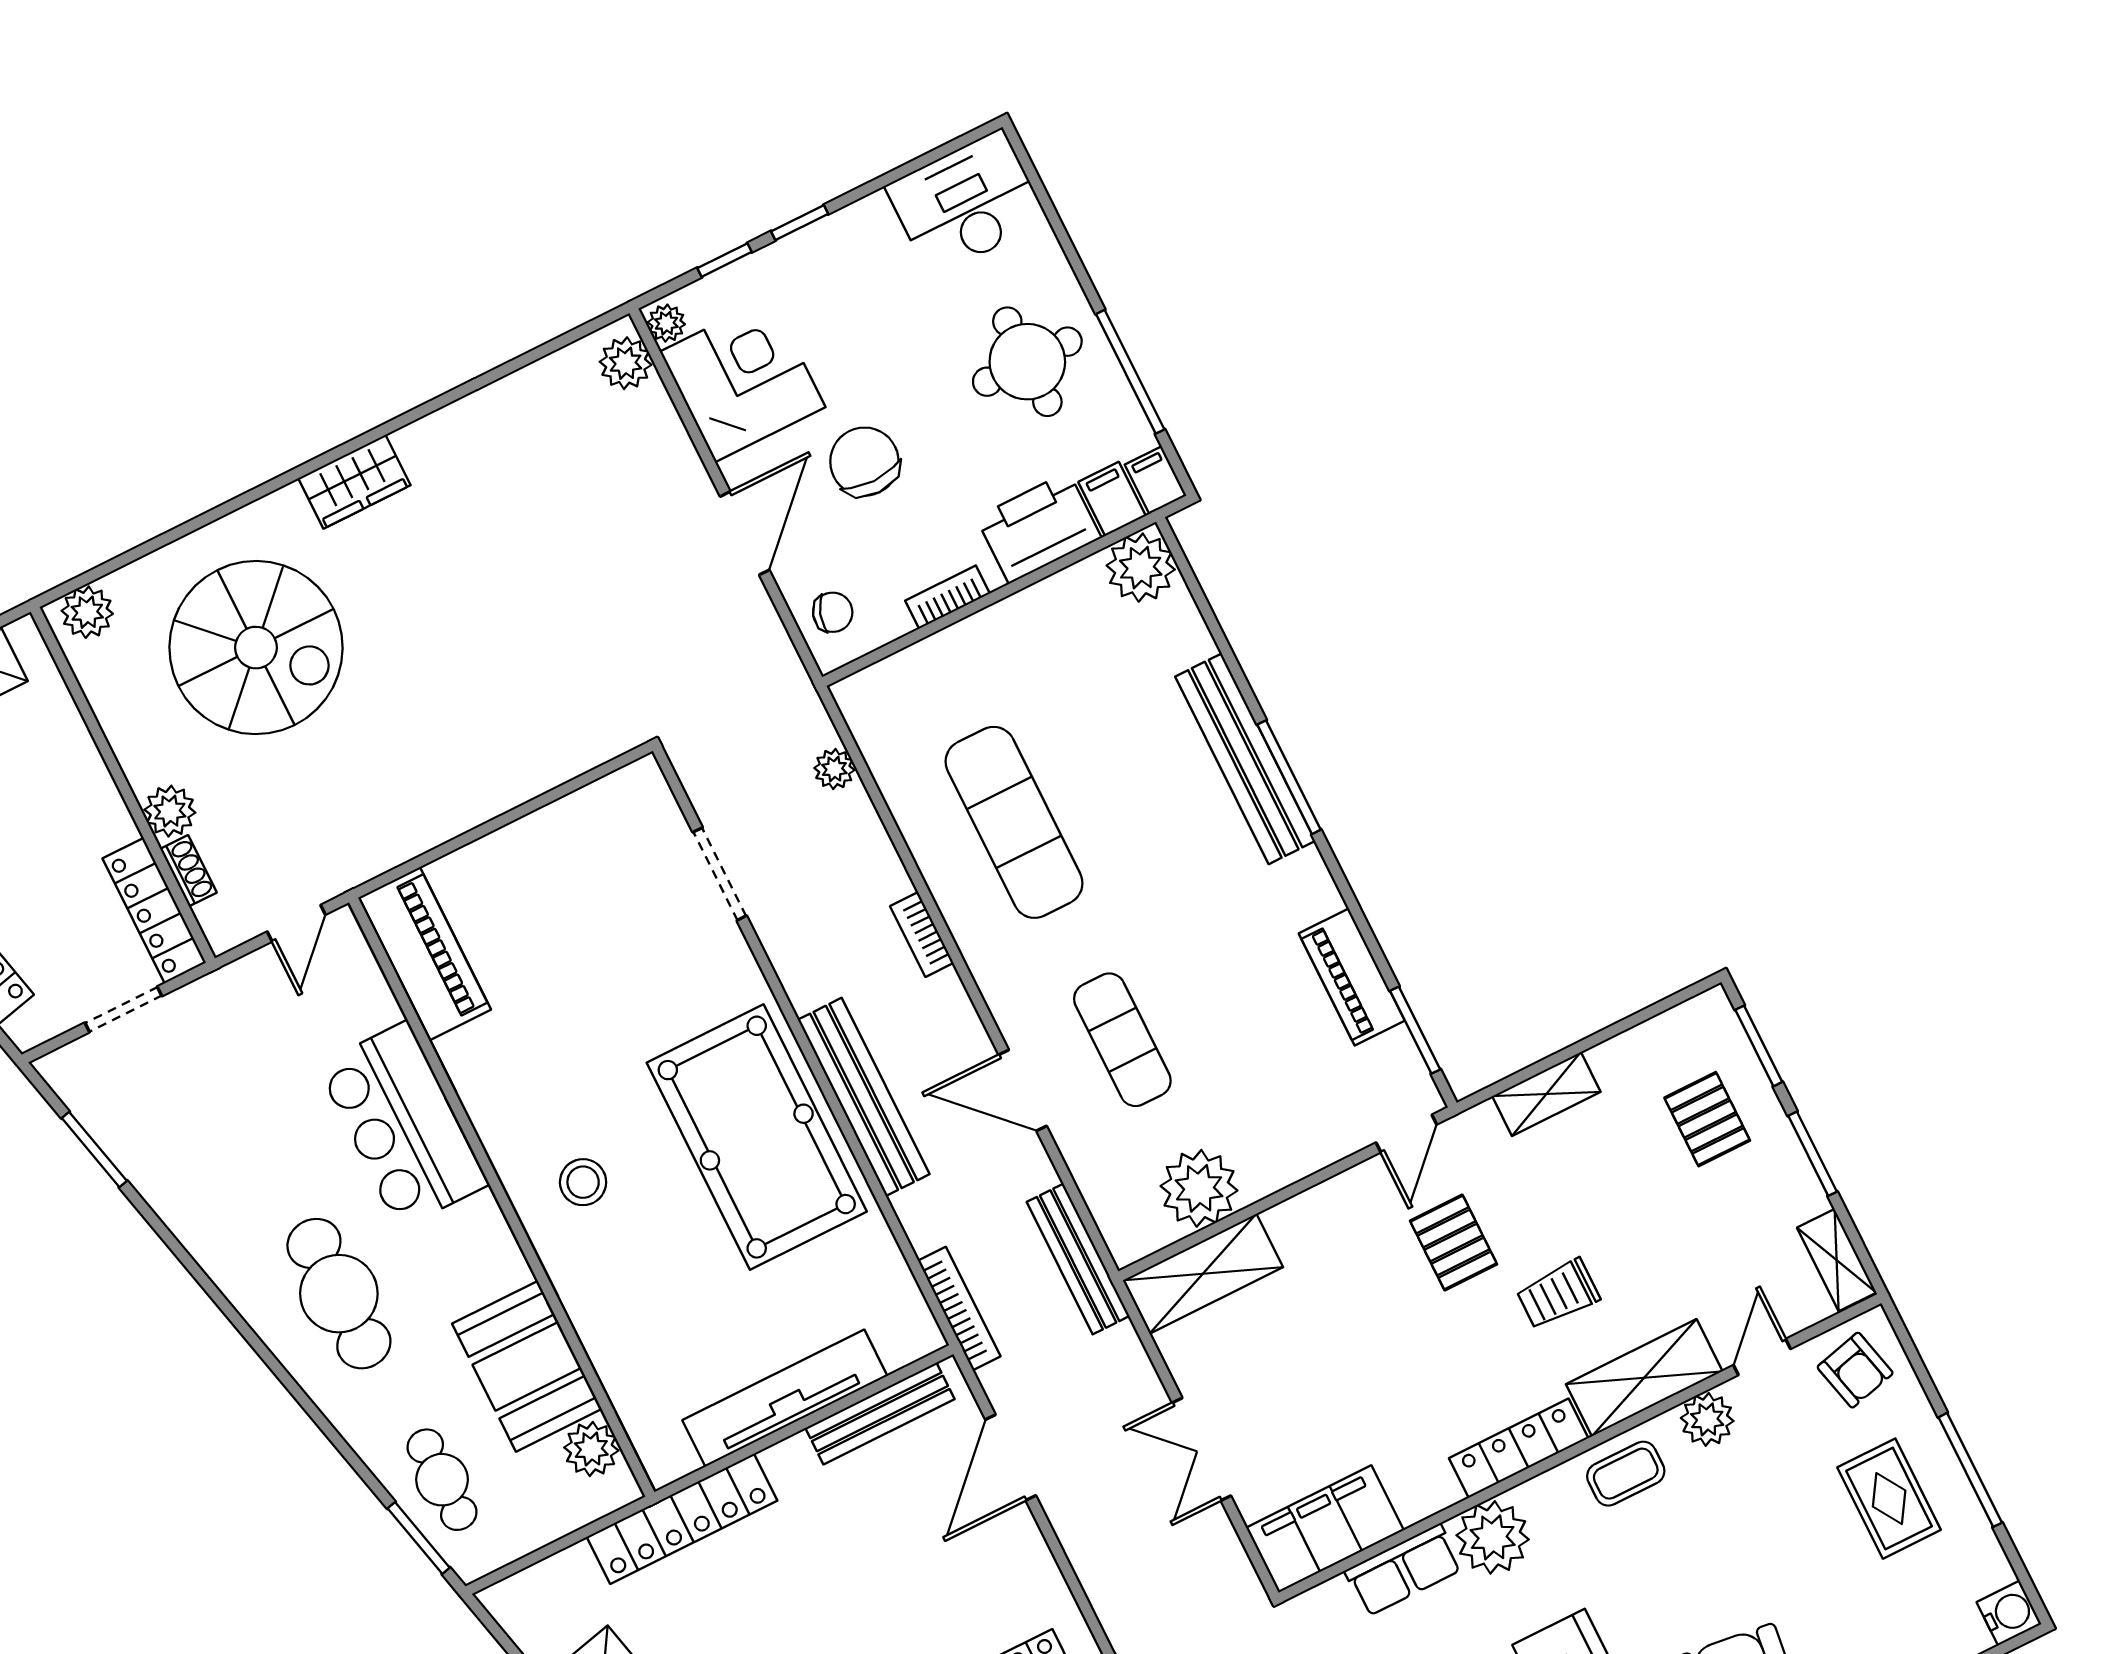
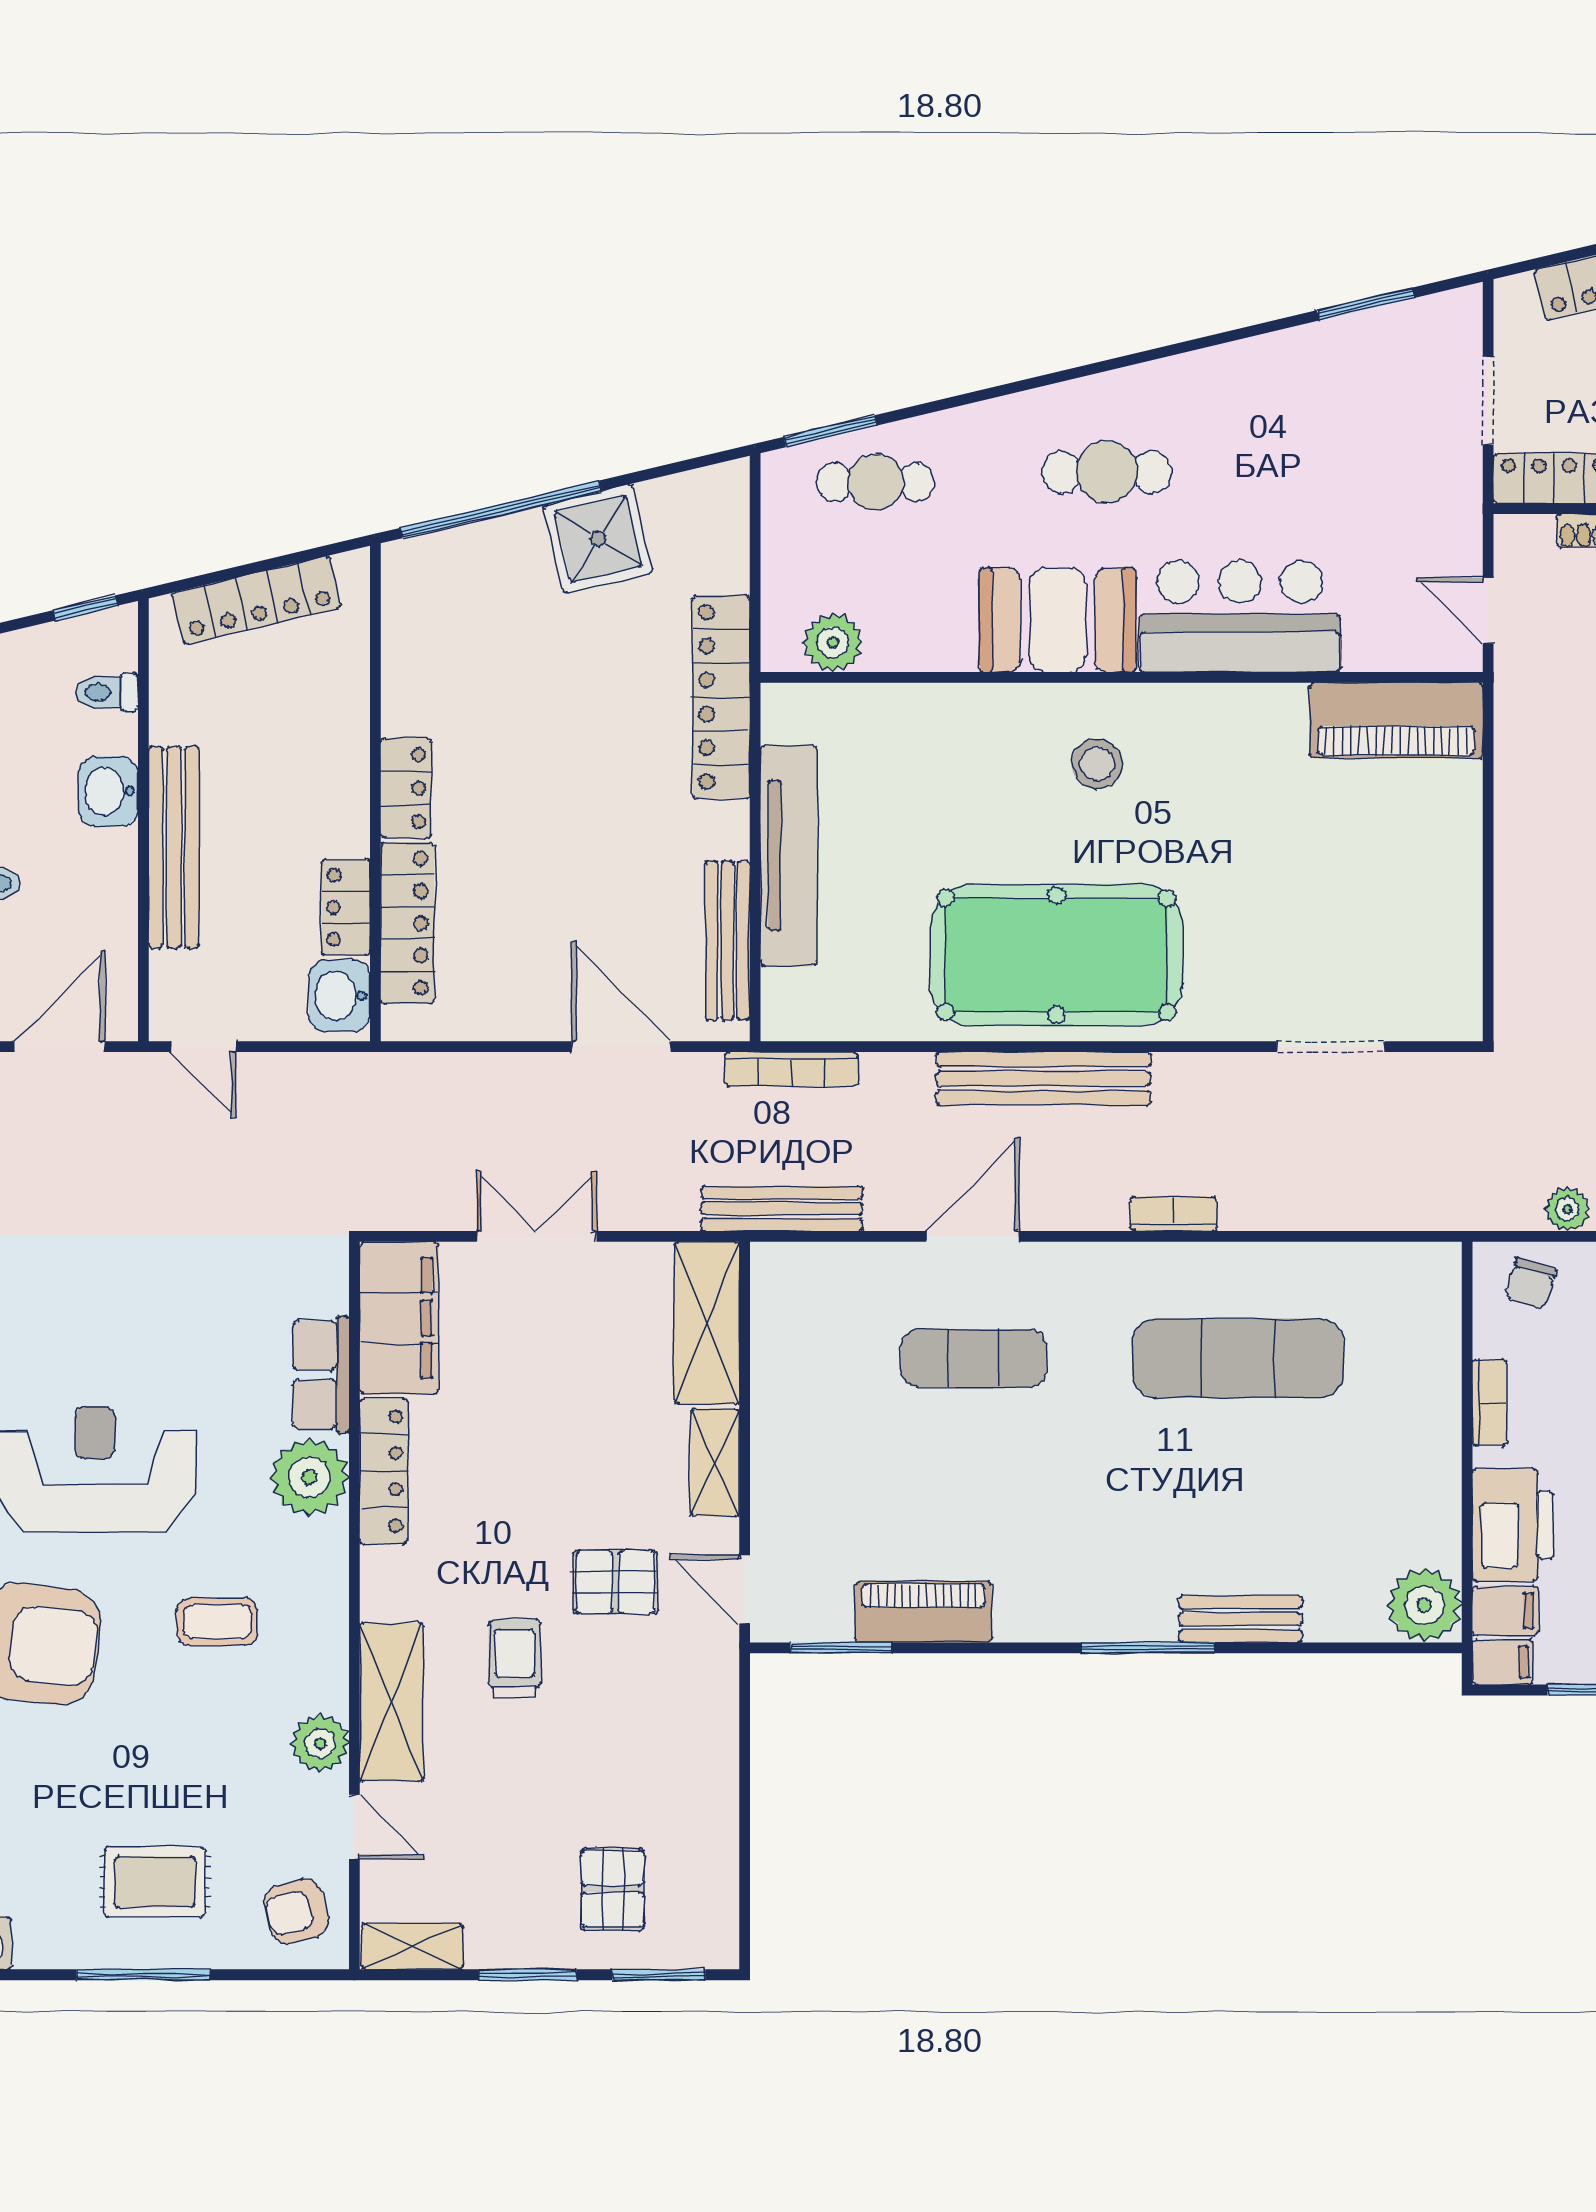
bench: (1245, 759) -> (1240, 1619), width x0.54, depth x0.82
plant: (834, 769) -> (1567, 1209), moved
shelving: (1546, 1094) -> (715, 1462), moved
pallet: (1707, 1119) -> (613, 1889), turned 90
plant: (1199, 1188) -> (792, 1361), removed
cafe table: (339, 1294) -> (1107, 472), width x0.73, depth x0.74
booth: (527, 1366) -> (1058, 620), moved
locker: (1519, 1448) -> (384, 1471), moved
coffee table: (1626, 1474) -> (217, 1622), moved, turned 90

